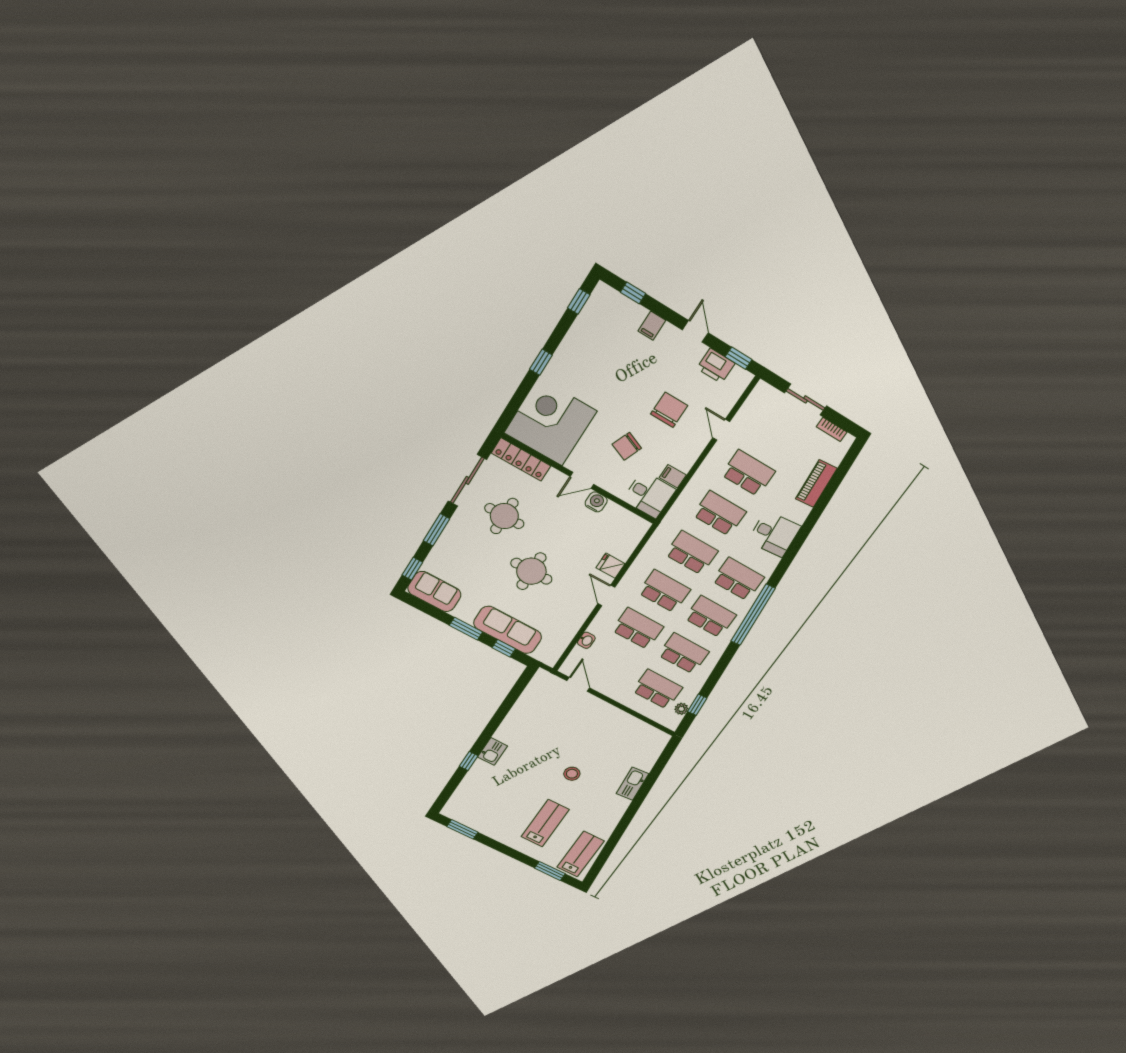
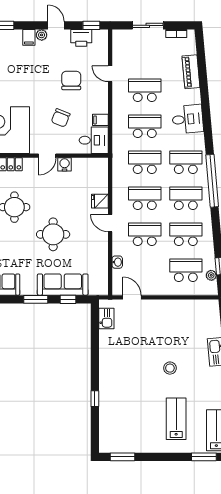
plant: (670, 332) -> (42, 35), added
kitchen sink: (492, 751) -> (106, 319), moved

